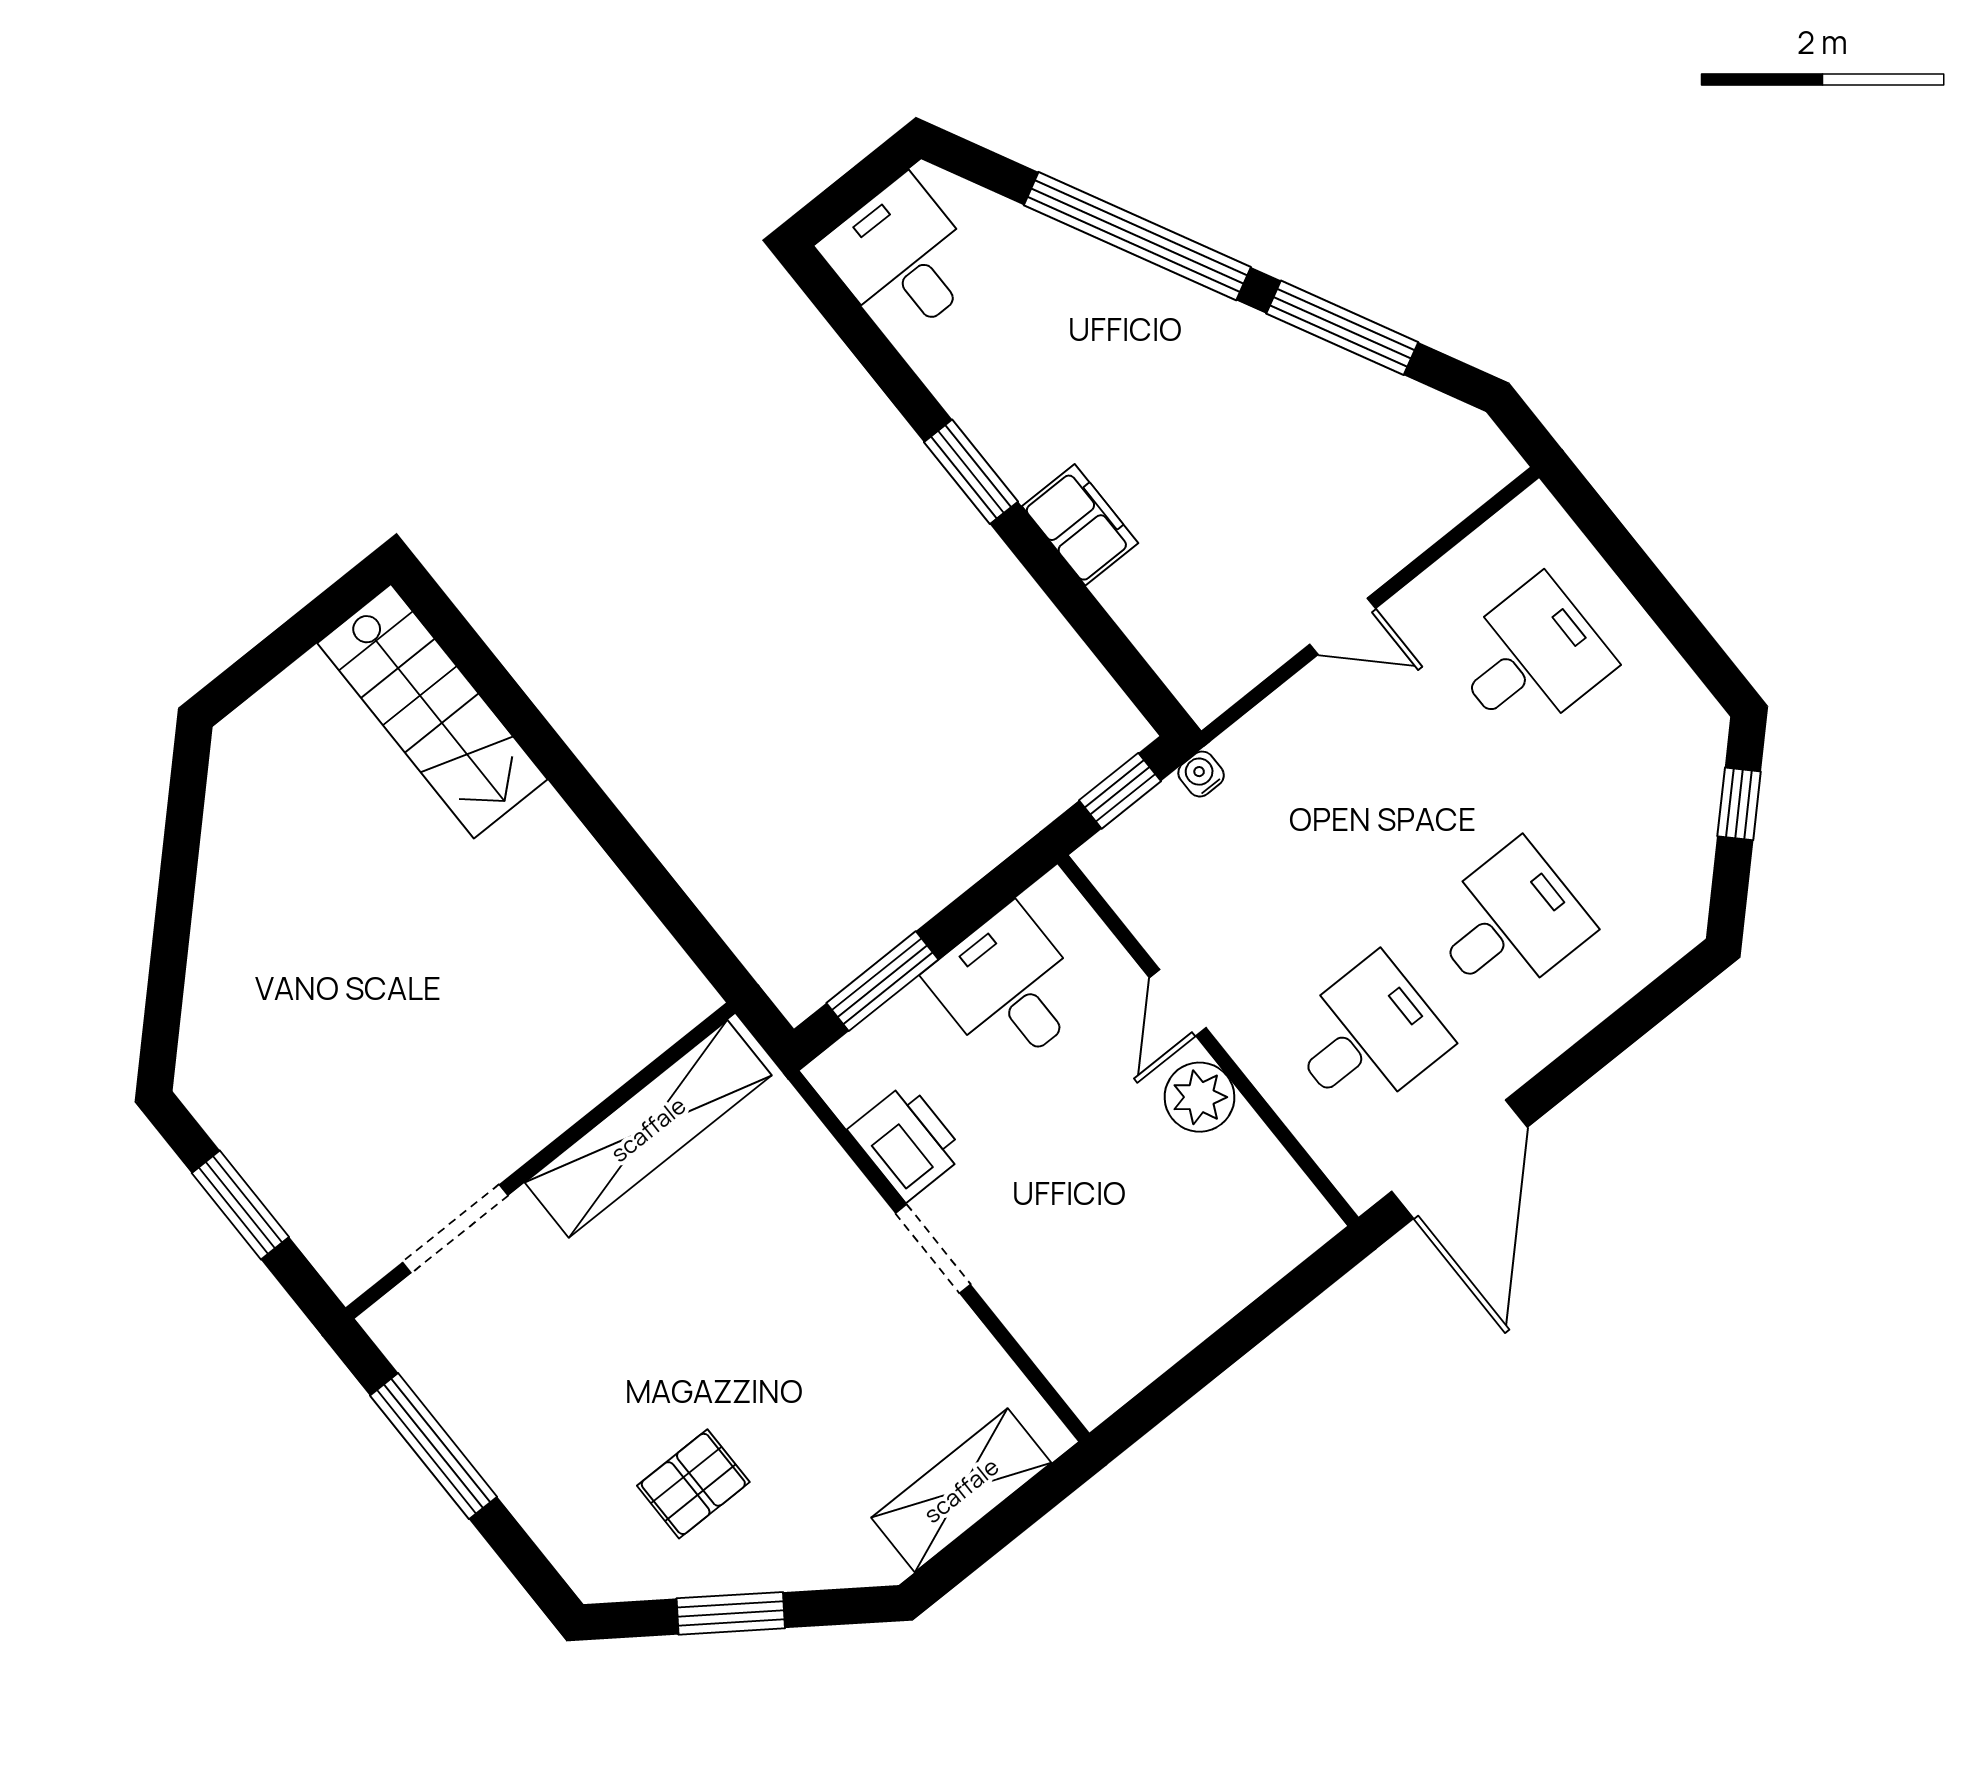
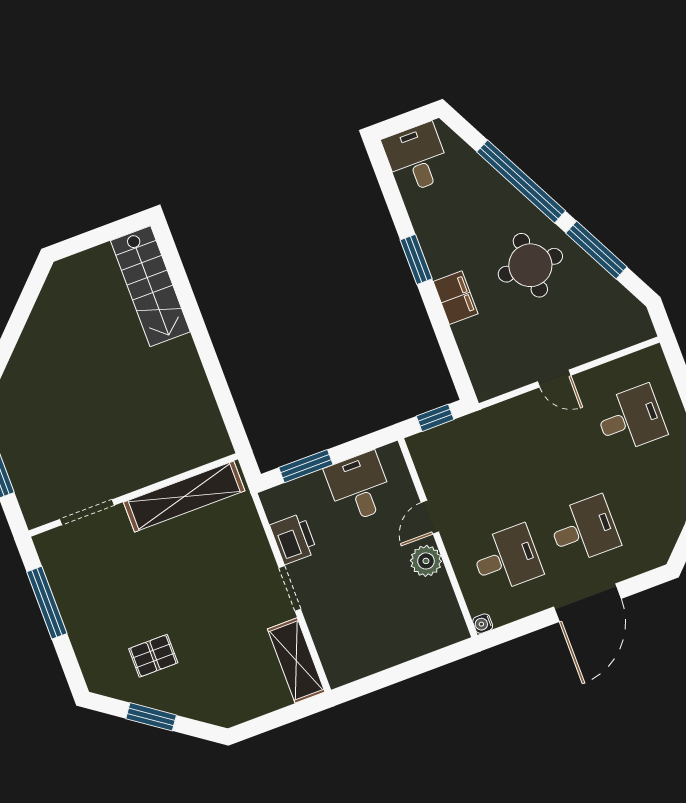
round table: (1215, 405) -> (530, 265), added
water cooler: (1201, 774) -> (483, 624), moved, turned -90
door: (1460, 1159) -> (587, 603), moved
shelving: (961, 1490) -> (296, 660), moved, turned 90

